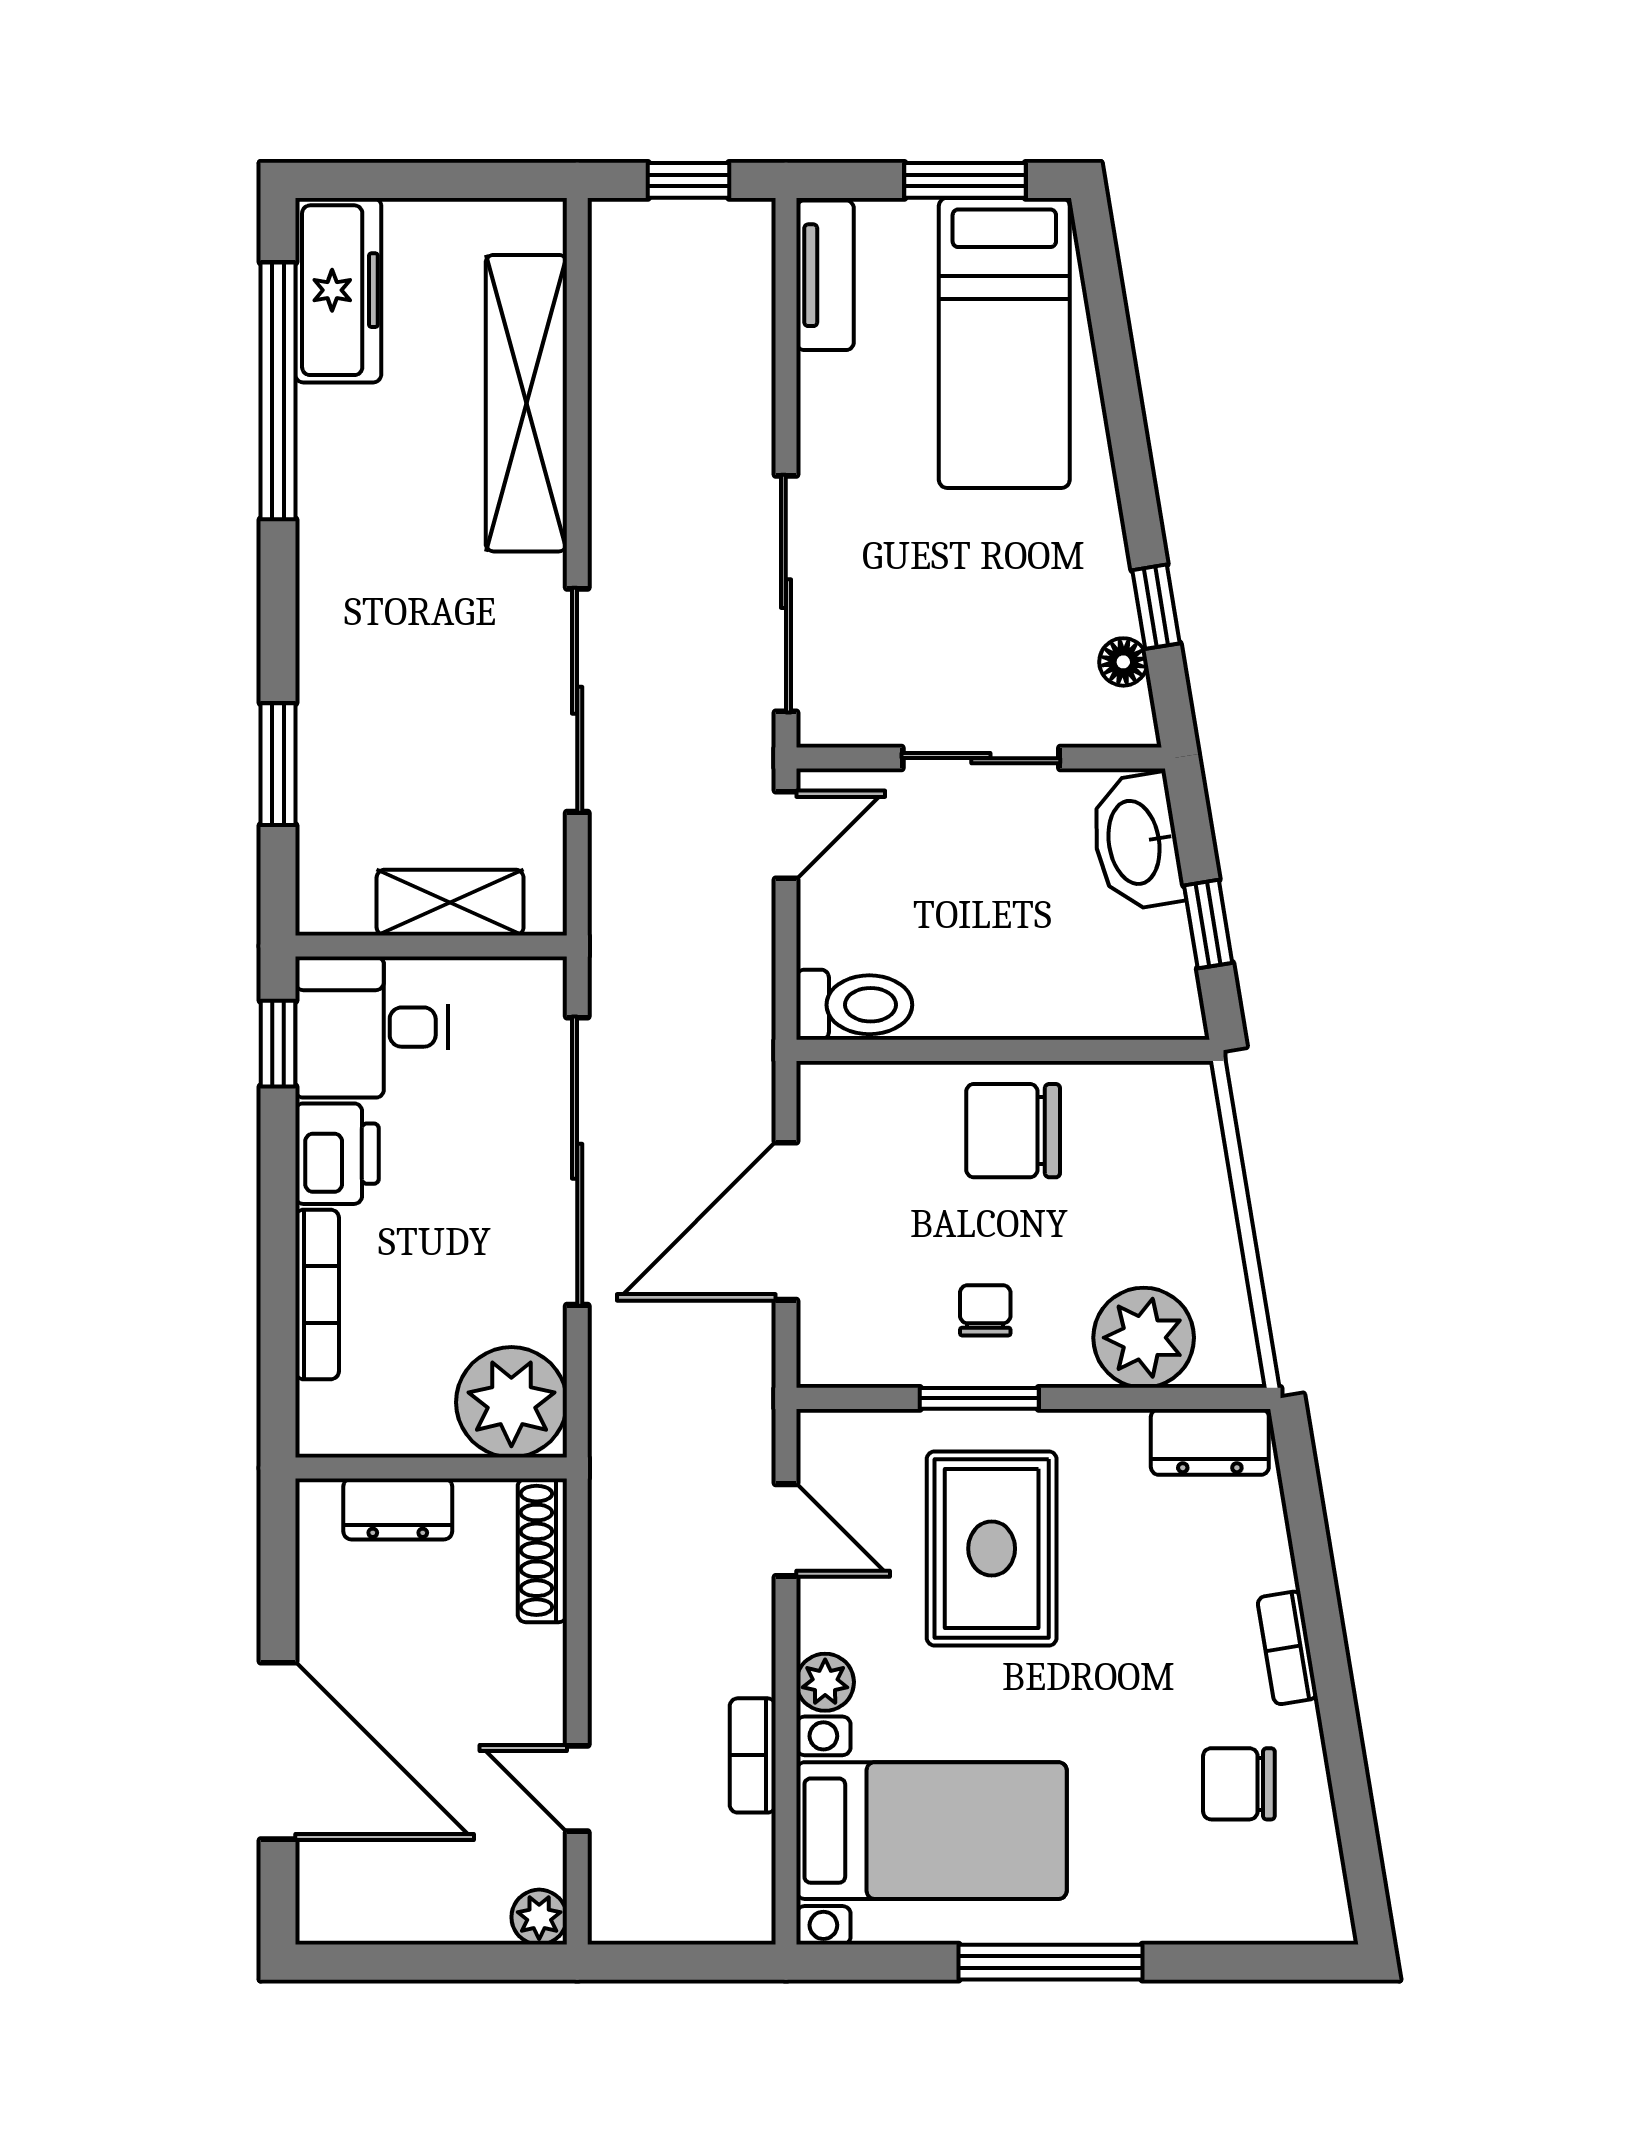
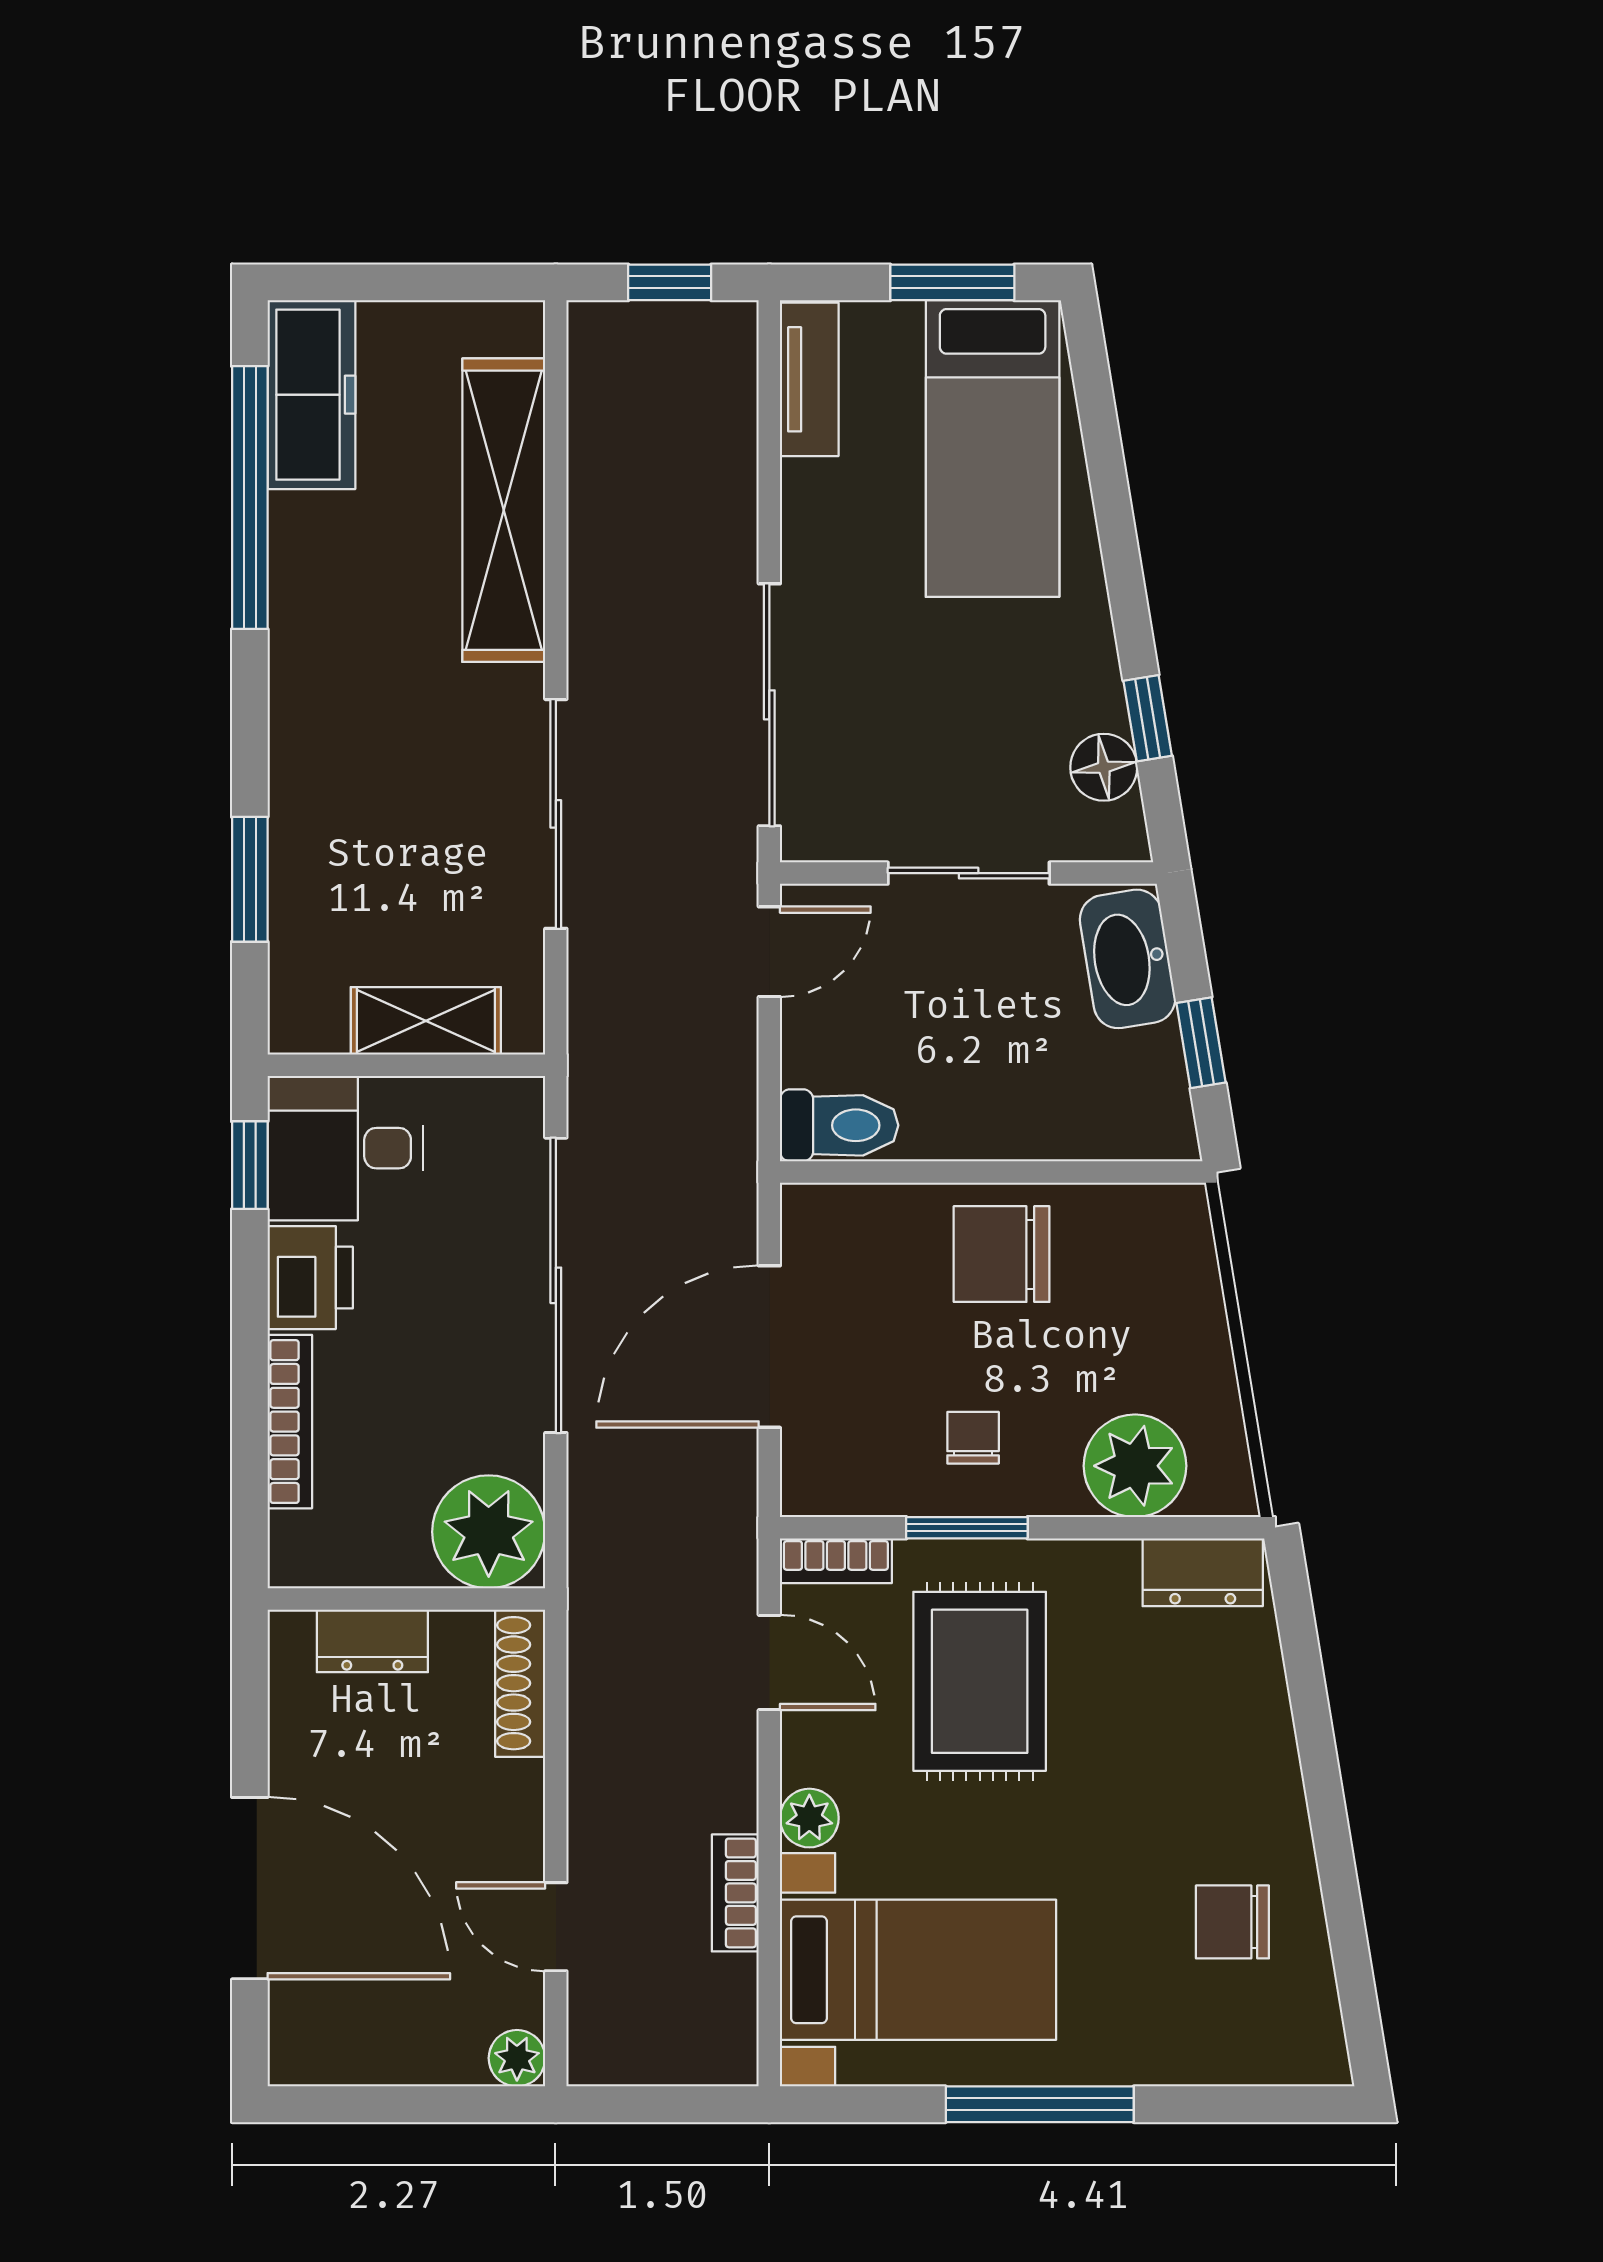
floor lamp: (1123, 662) -> (1104, 767), width x1.37, depth x1.37
bookcase: (1287, 1648) -> (836, 1561), moved, turned -81

